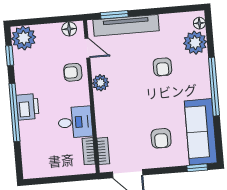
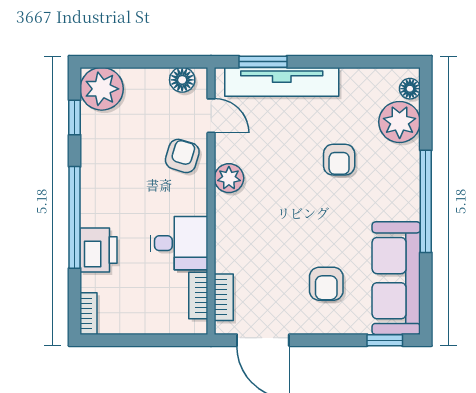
armchair: (73, 72) -> (182, 156), turned 107
printer: (28, 107) -> (98, 250), moved
bookcase: (27, 167) -> (89, 314), added

